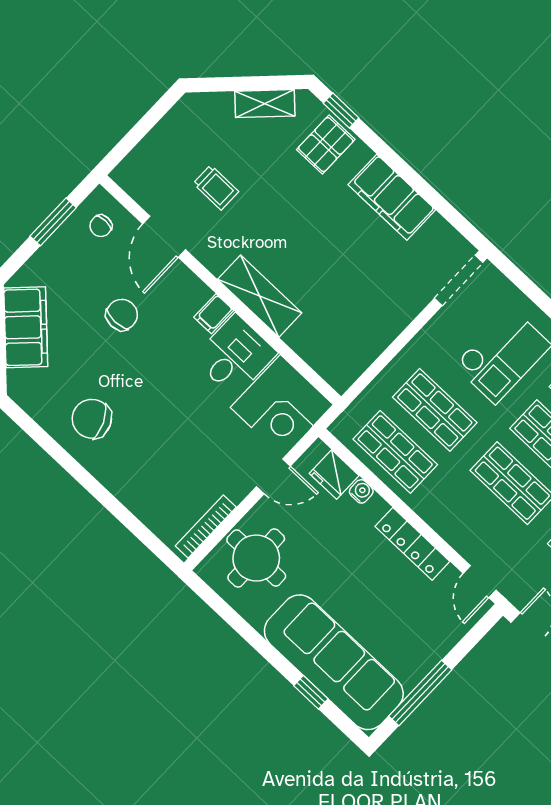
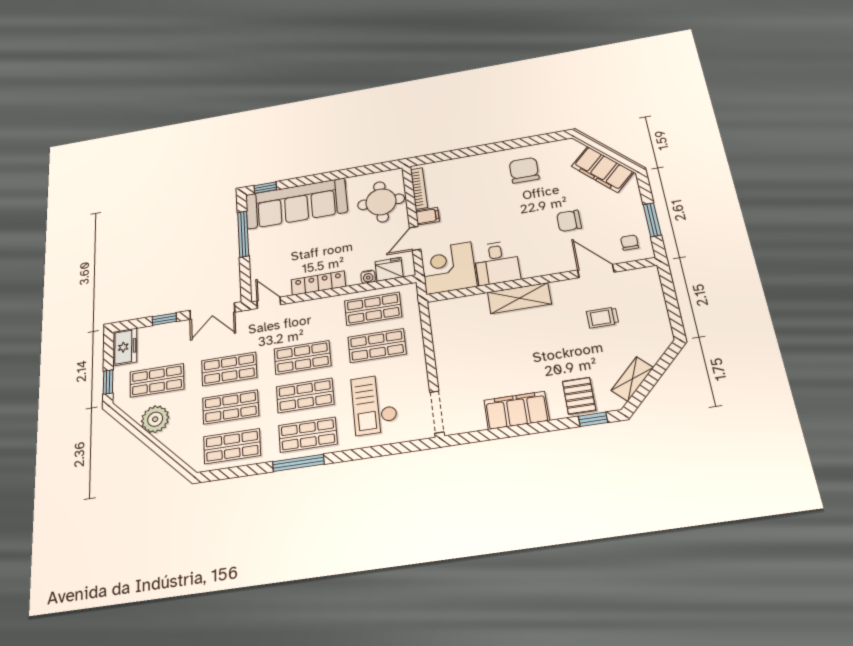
filing cabinet: (214, 314) -> (427, 216), moved, turned 90
chair: (122, 315) -> (569, 221), turned 90
chair: (92, 419) -> (524, 170), turned -66
window: (311, 692) -> (265, 188), moved

